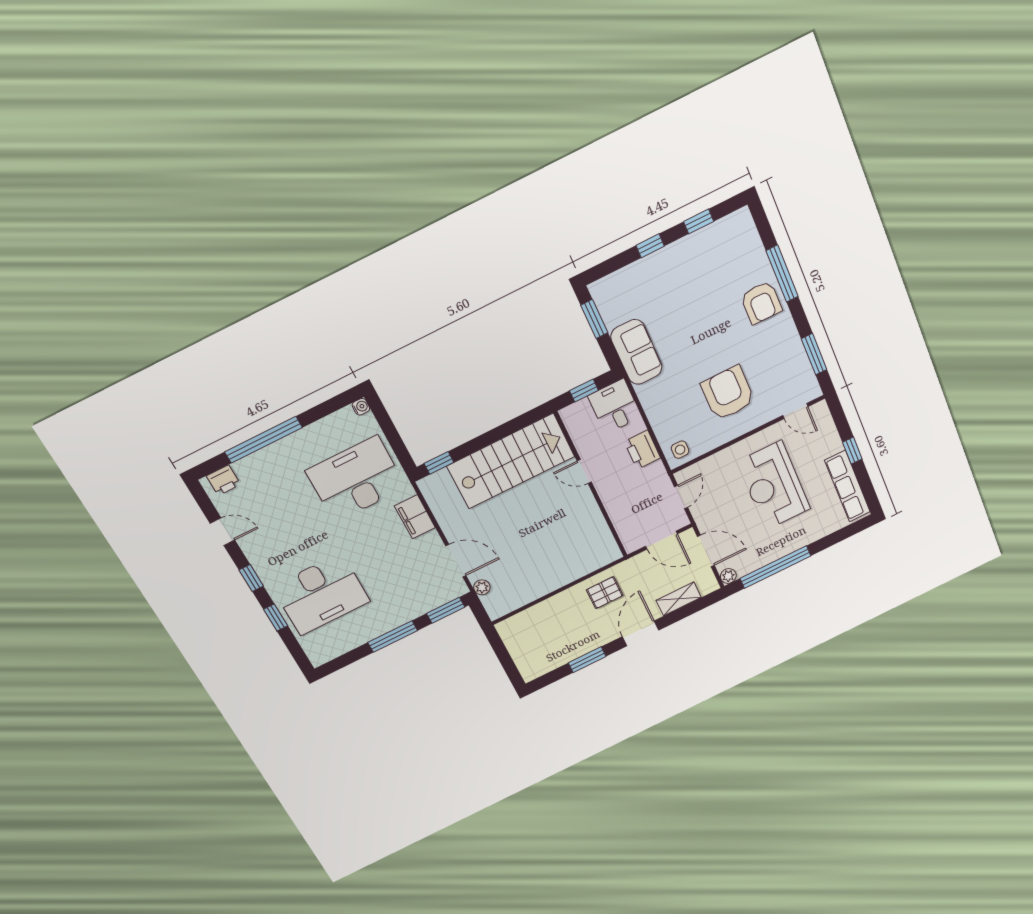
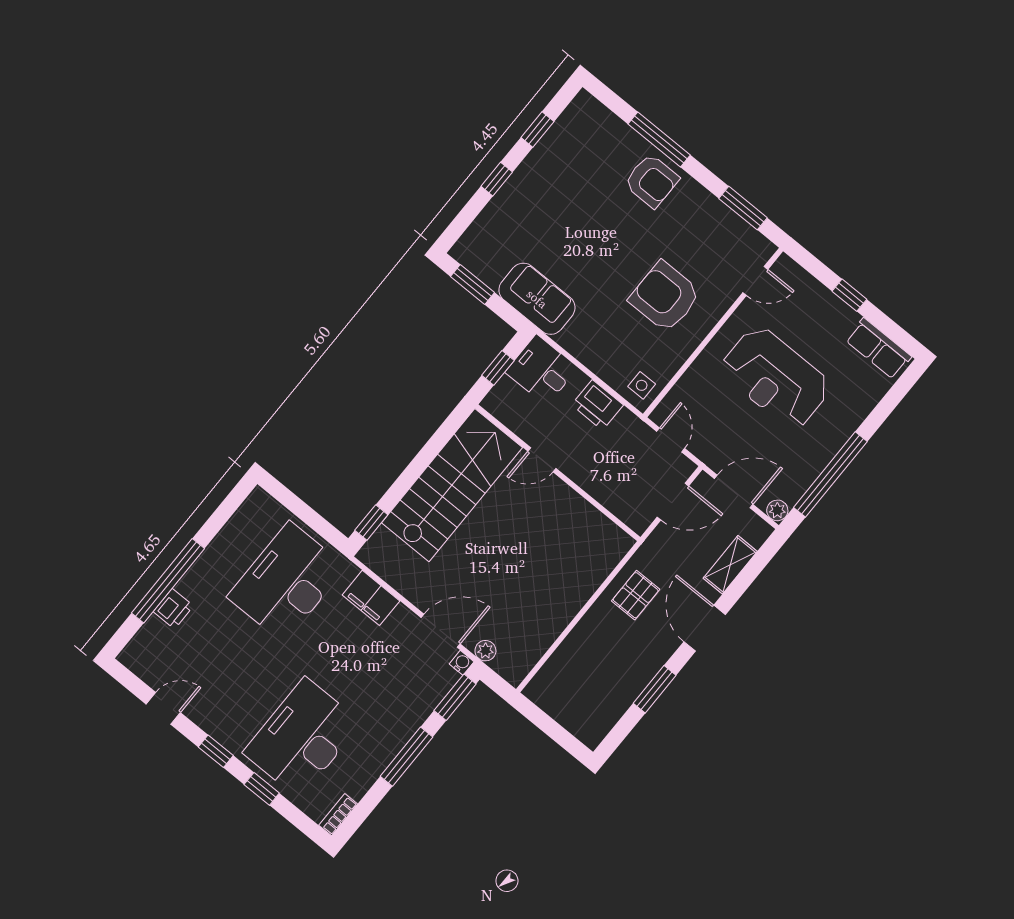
water cooler: (361, 407) -> (462, 663), moved
printer: (224, 480) -> (173, 609), moved
row of seats: (848, 486) -> (878, 348), width x0.68
desk: (321, 594) -> (302, 738), turned 180
bookcase: (325, 656) -> (338, 815), added

